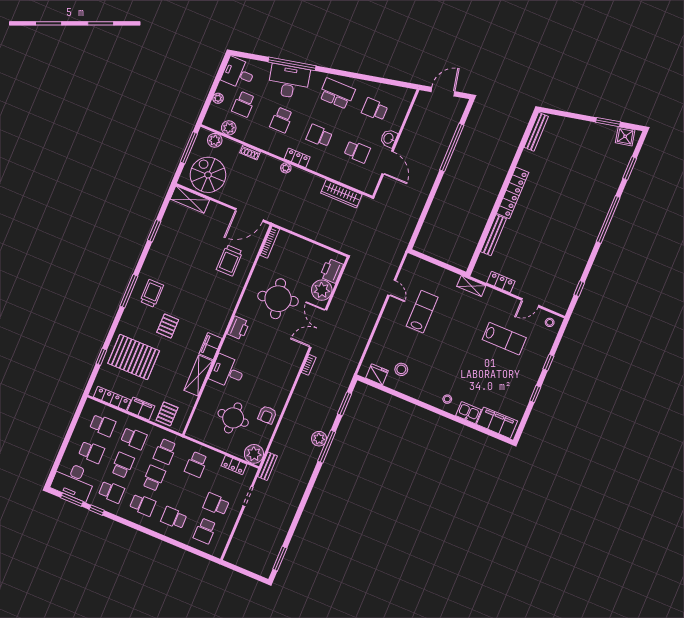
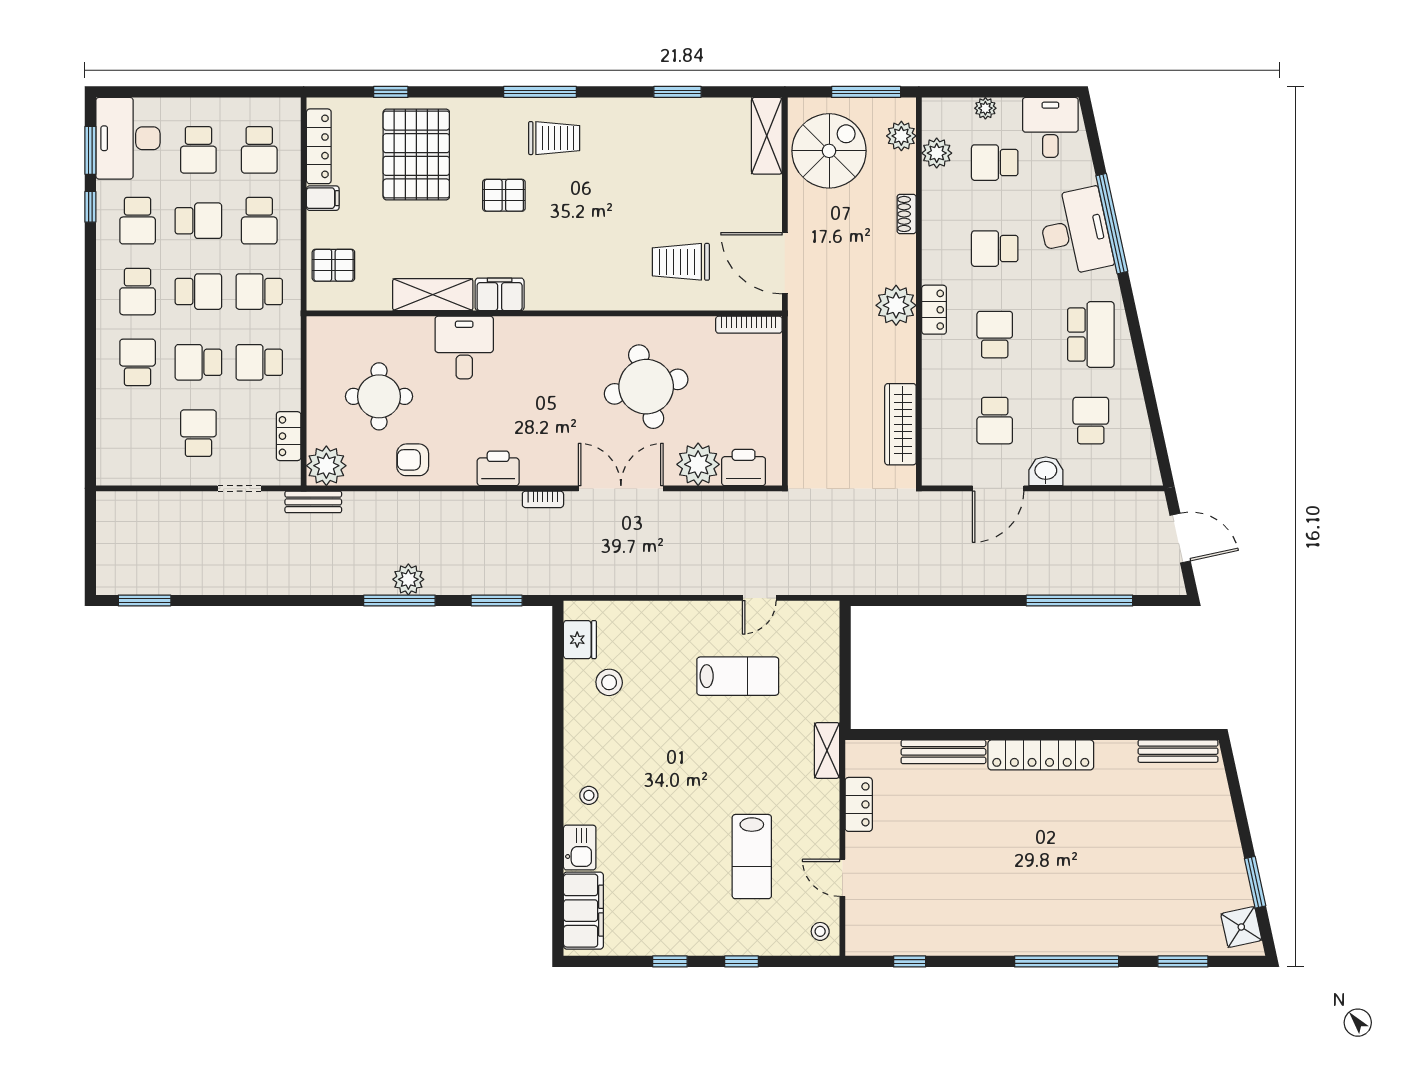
plant: (286, 168) -> (896, 305), width x1.87, depth x1.87
printer: (238, 328) -> (498, 468), moved, turned 180
filing cabinet: (141, 408) -> (323, 198), width x0.50
school desk: (205, 531) -> (198, 362), moved

